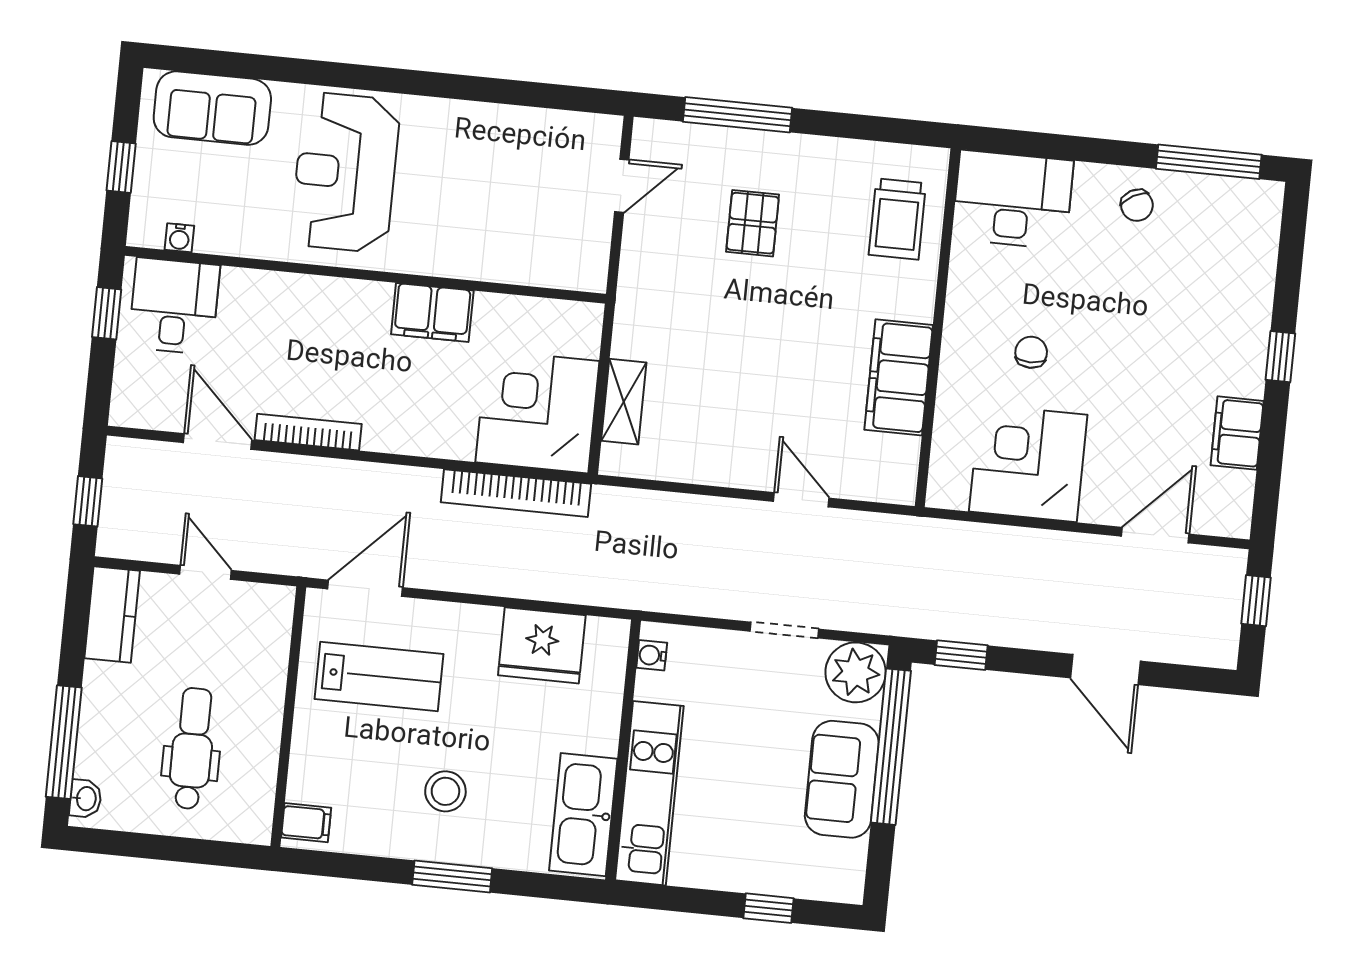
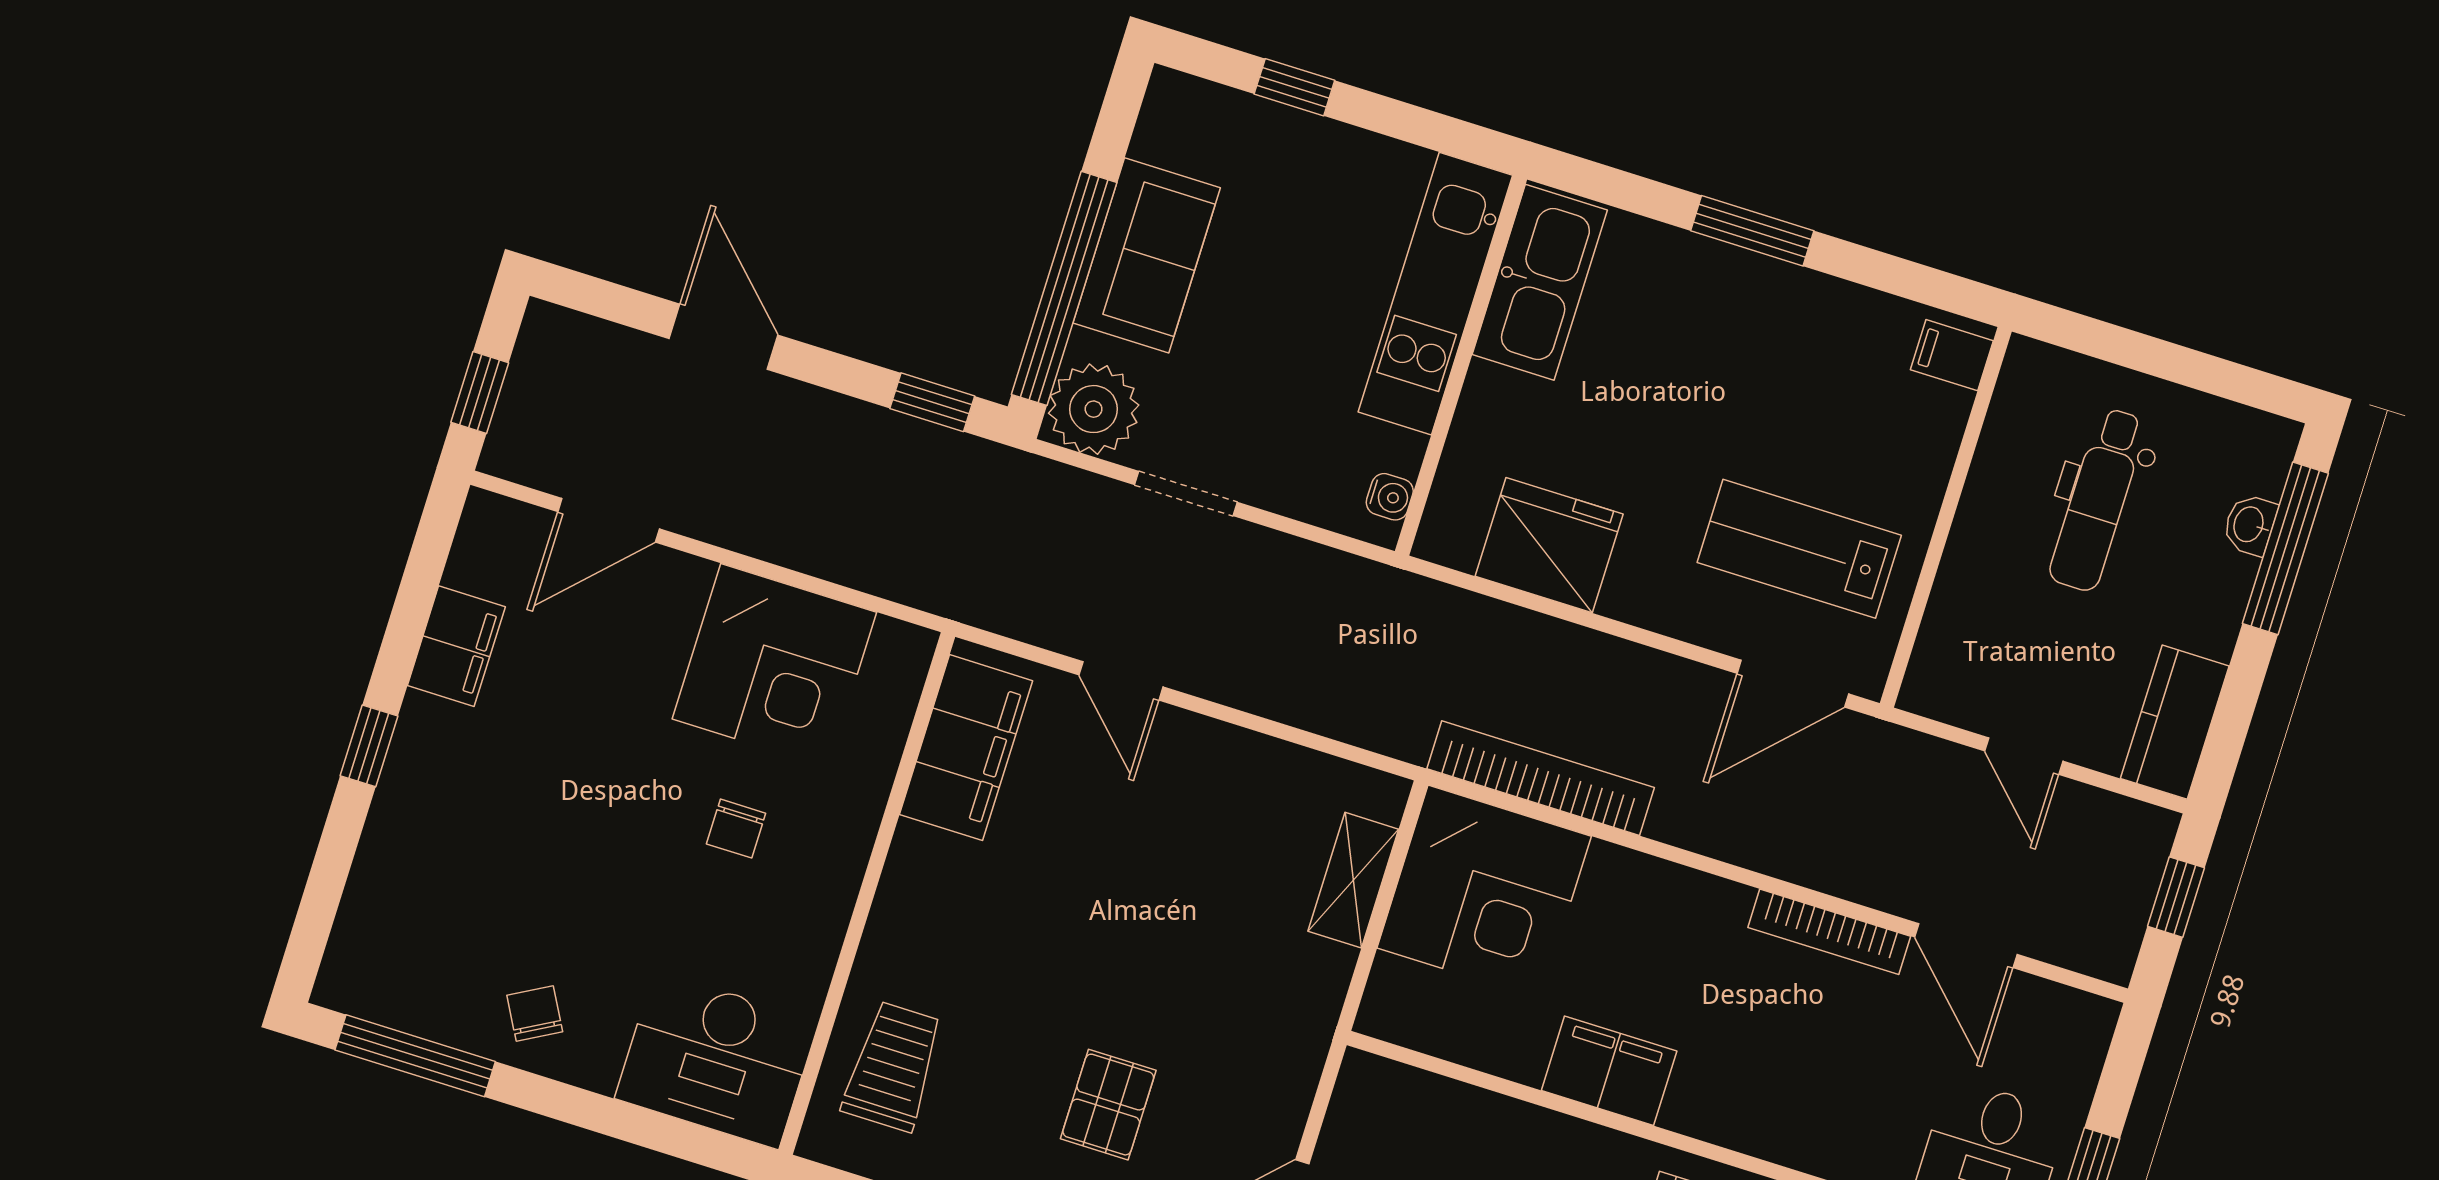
filing cabinet: (899, 377) -> (966, 748), moved
stool: (445, 791) -> (1736, 359), removed
washbasin: (85, 799) -> (2250, 525), moved

